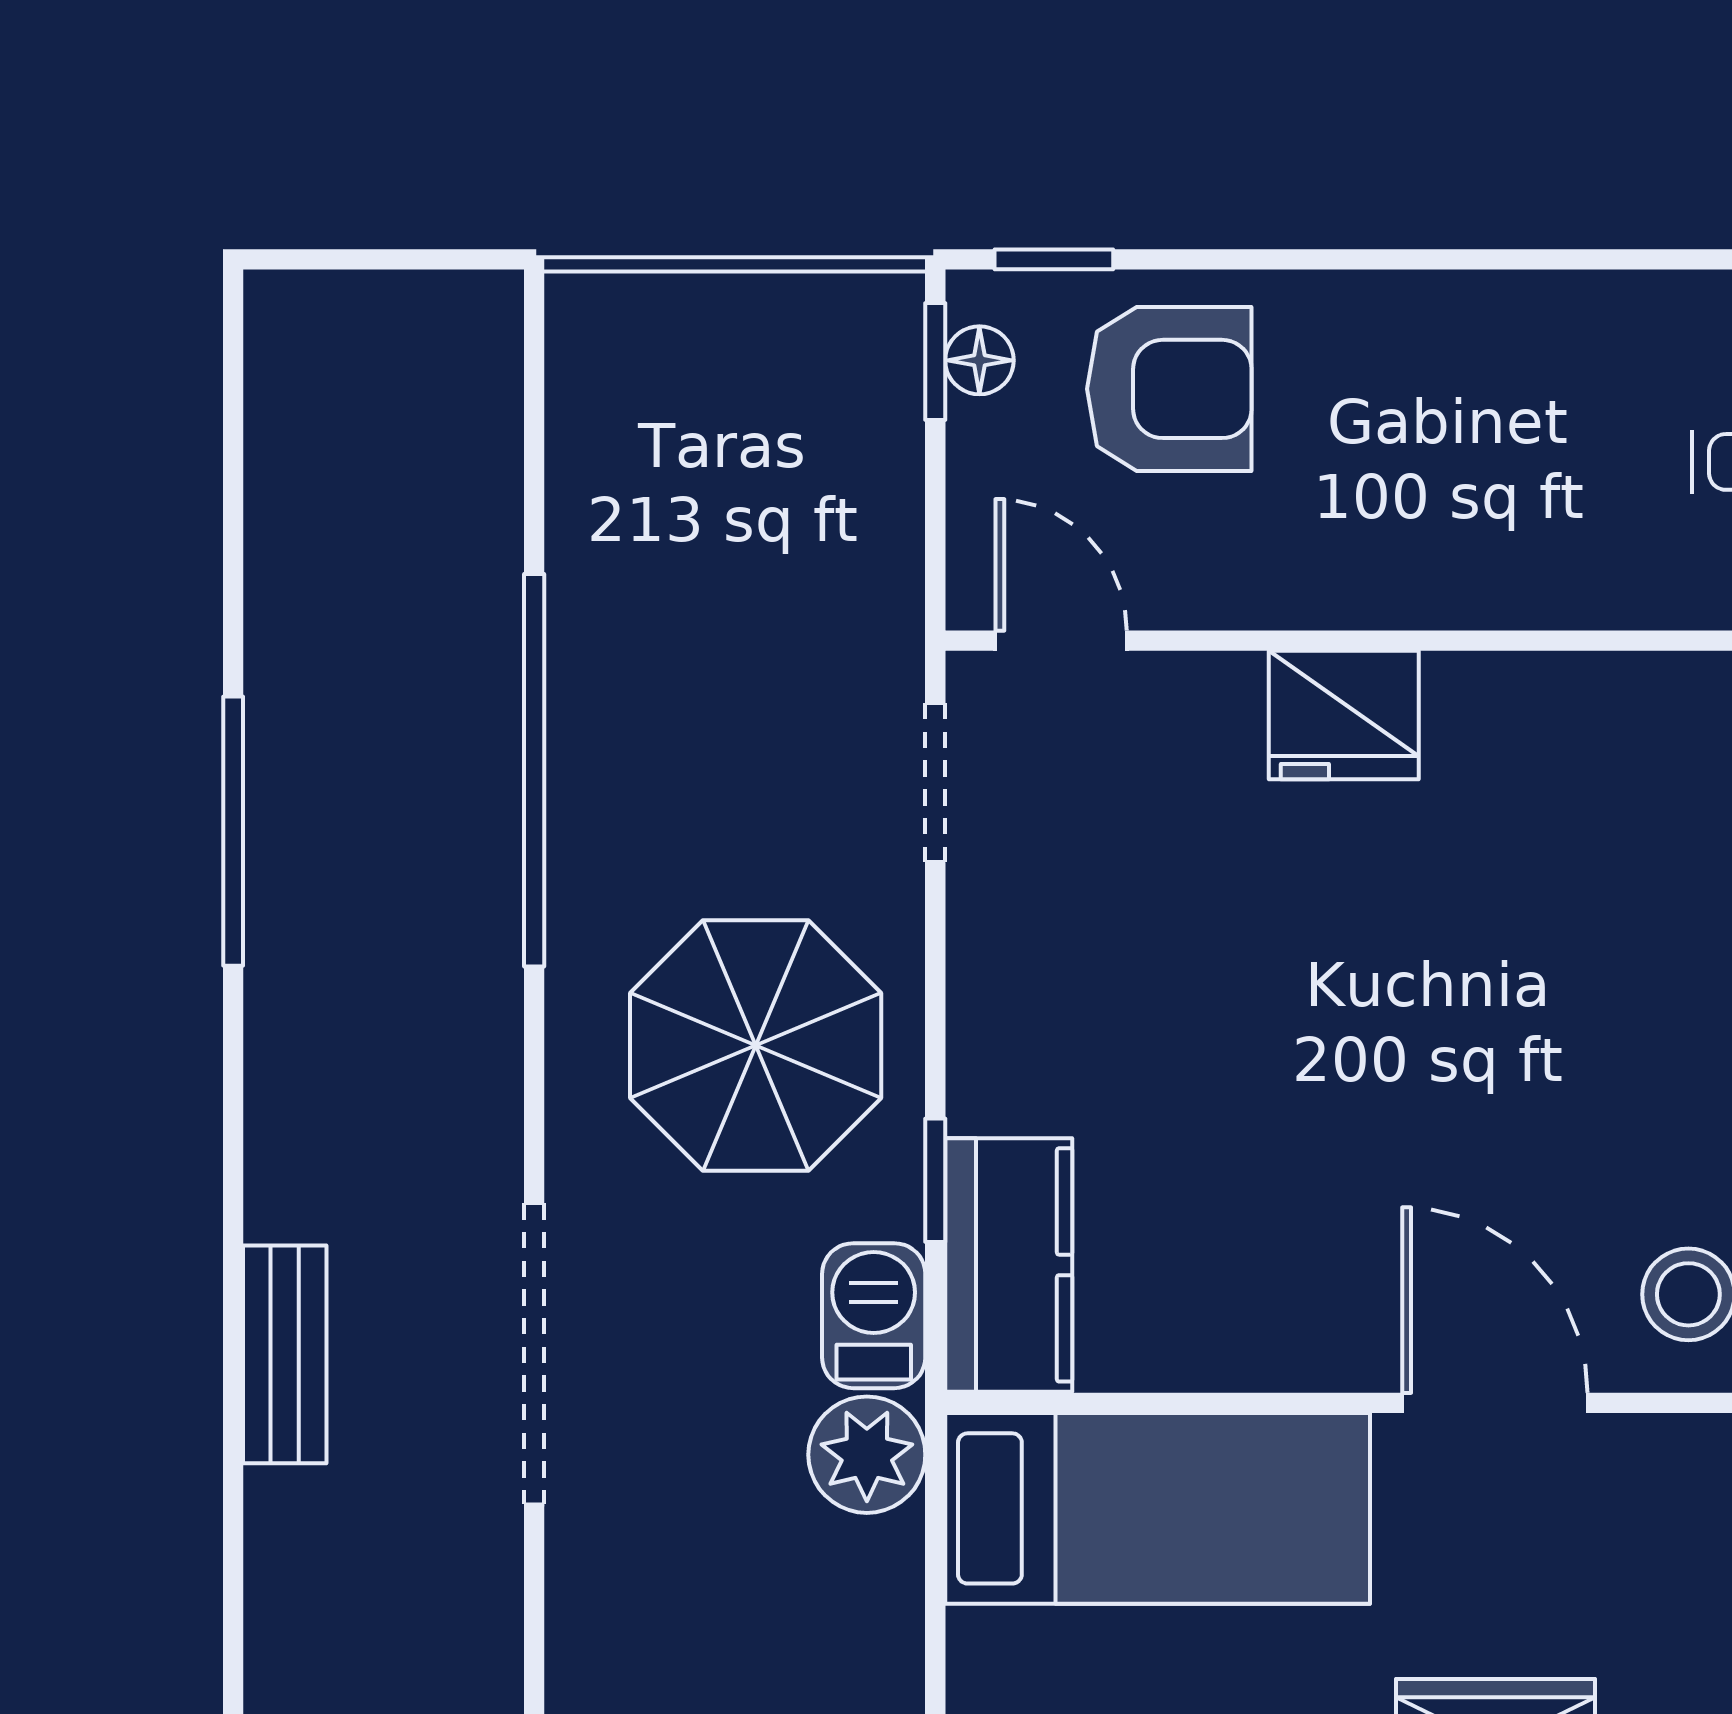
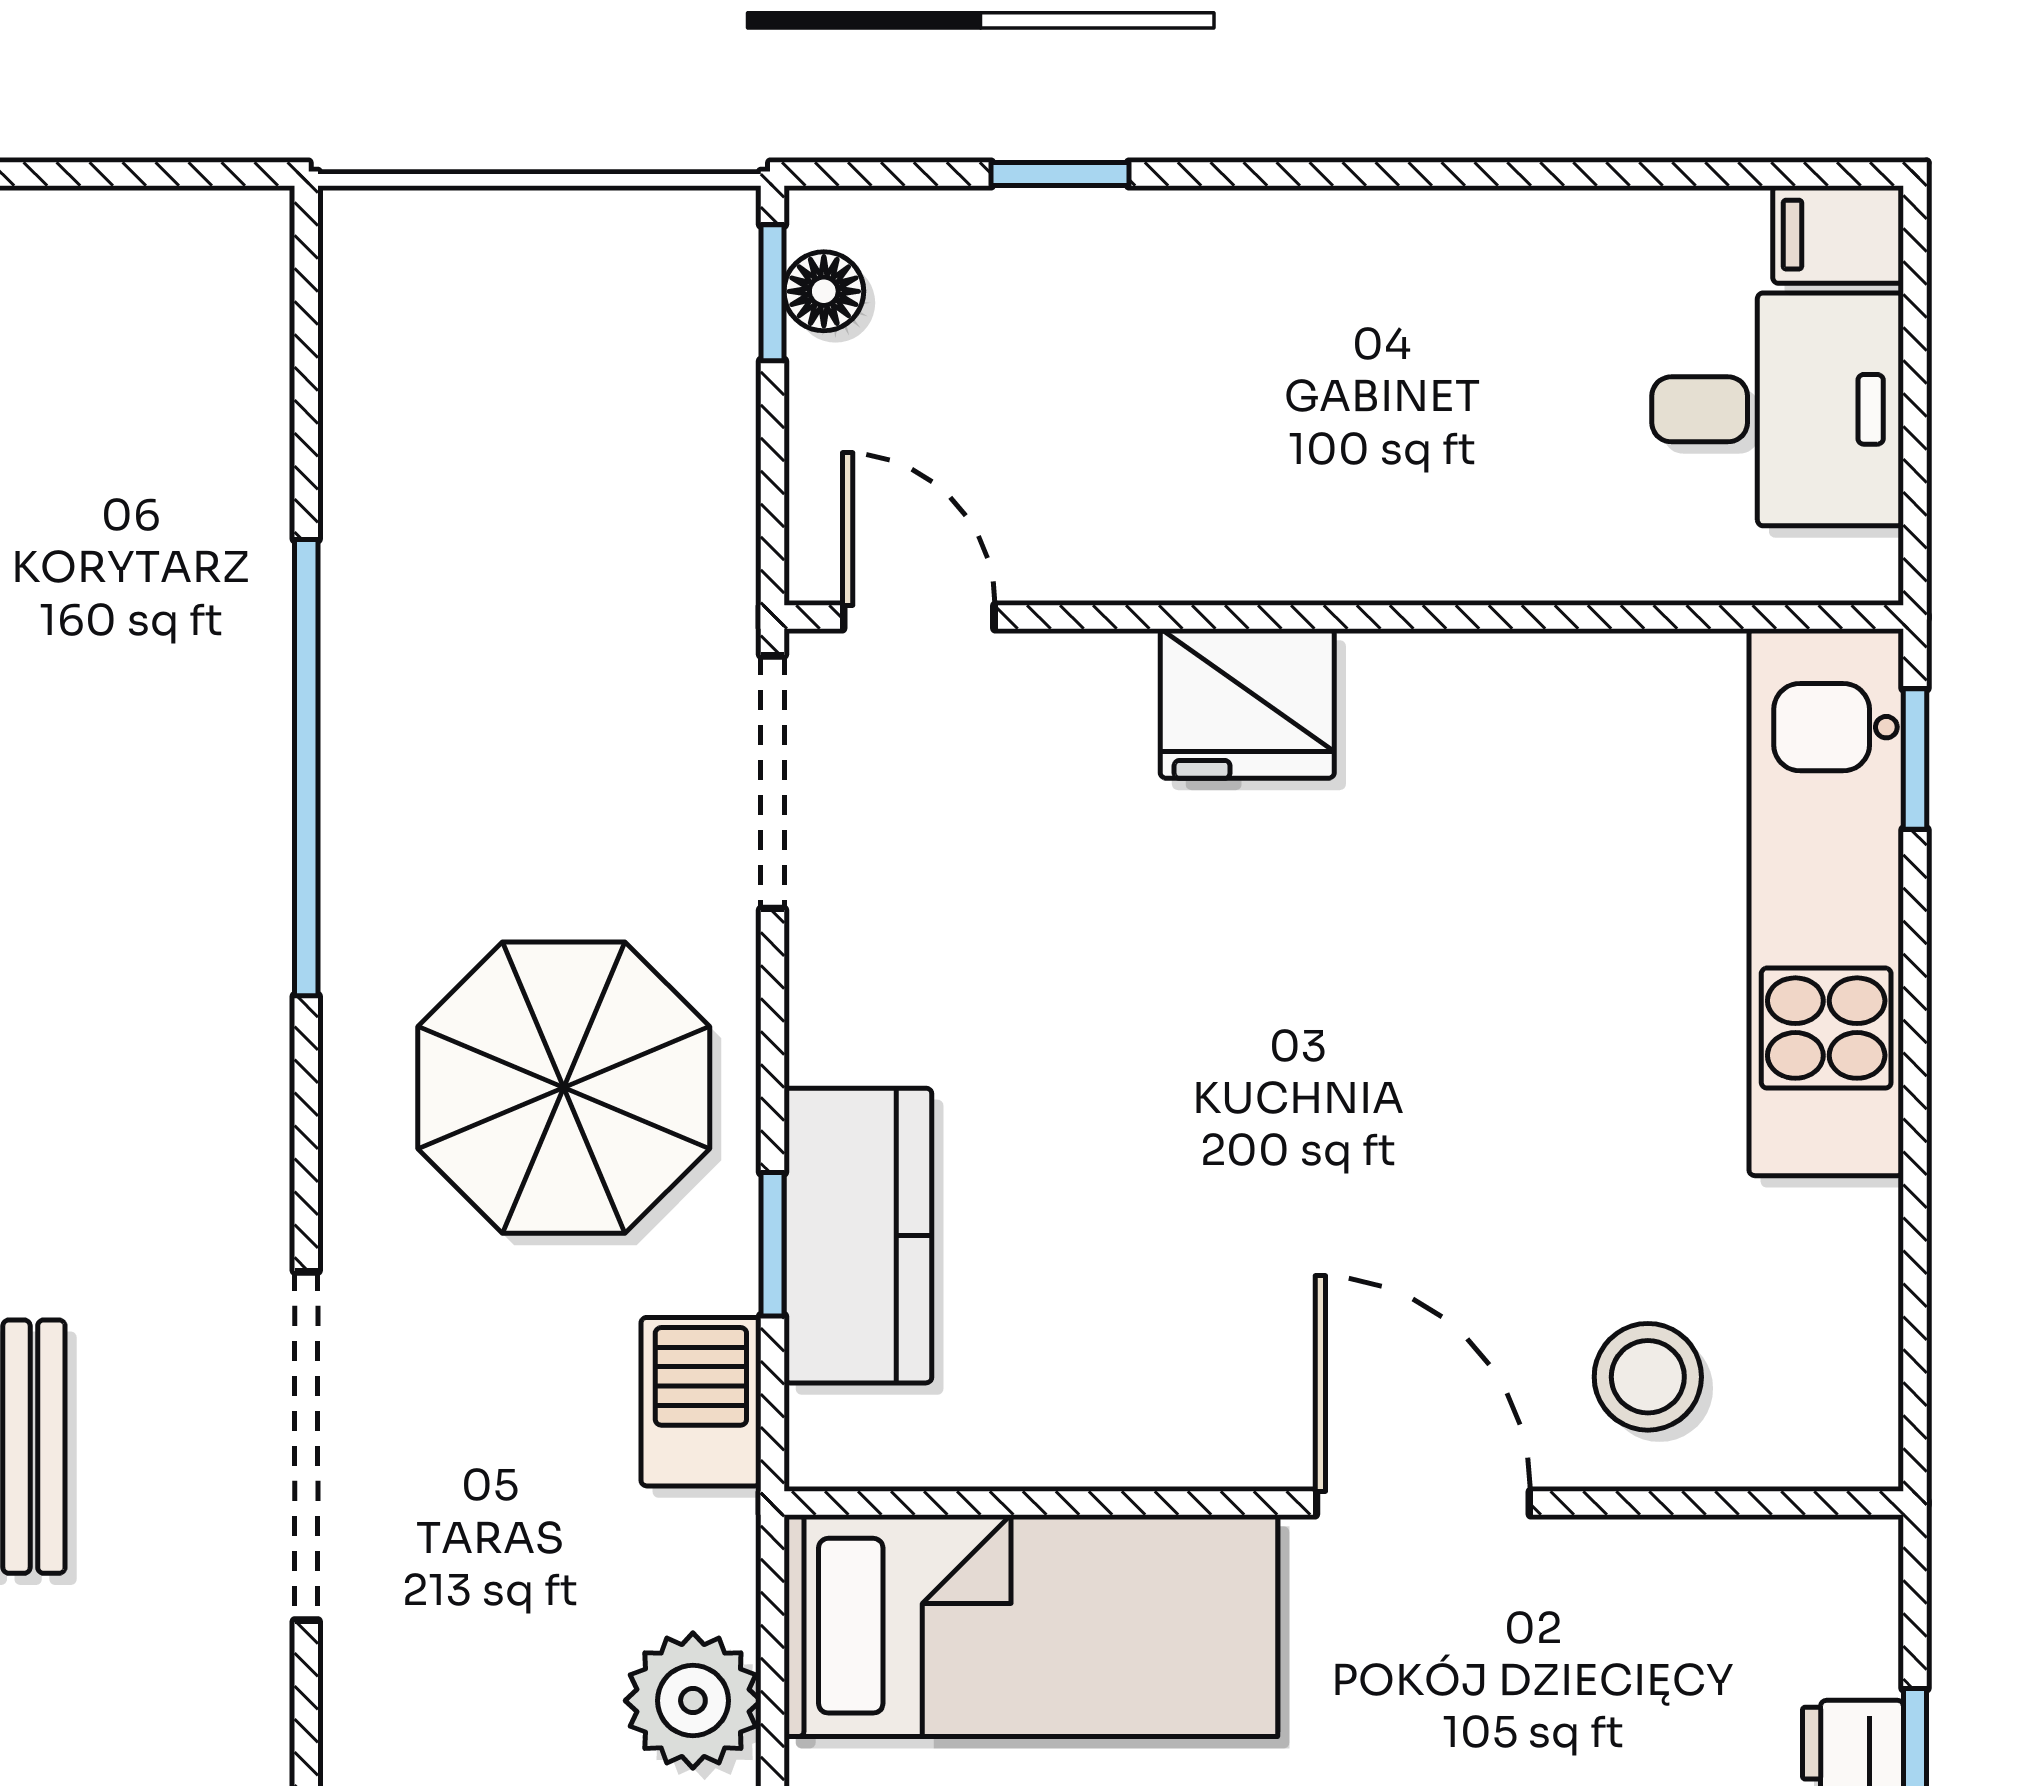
window: (1054, 259) -> (1060, 174), moved
armchair: (1169, 389) -> (1045, 325), removed
doorway: (935, 783) -> (772, 782), width x1.38
kitchen counter: (1009, 1265) -> (858, 1236), moved
plant: (867, 1455) -> (693, 1701), moved

